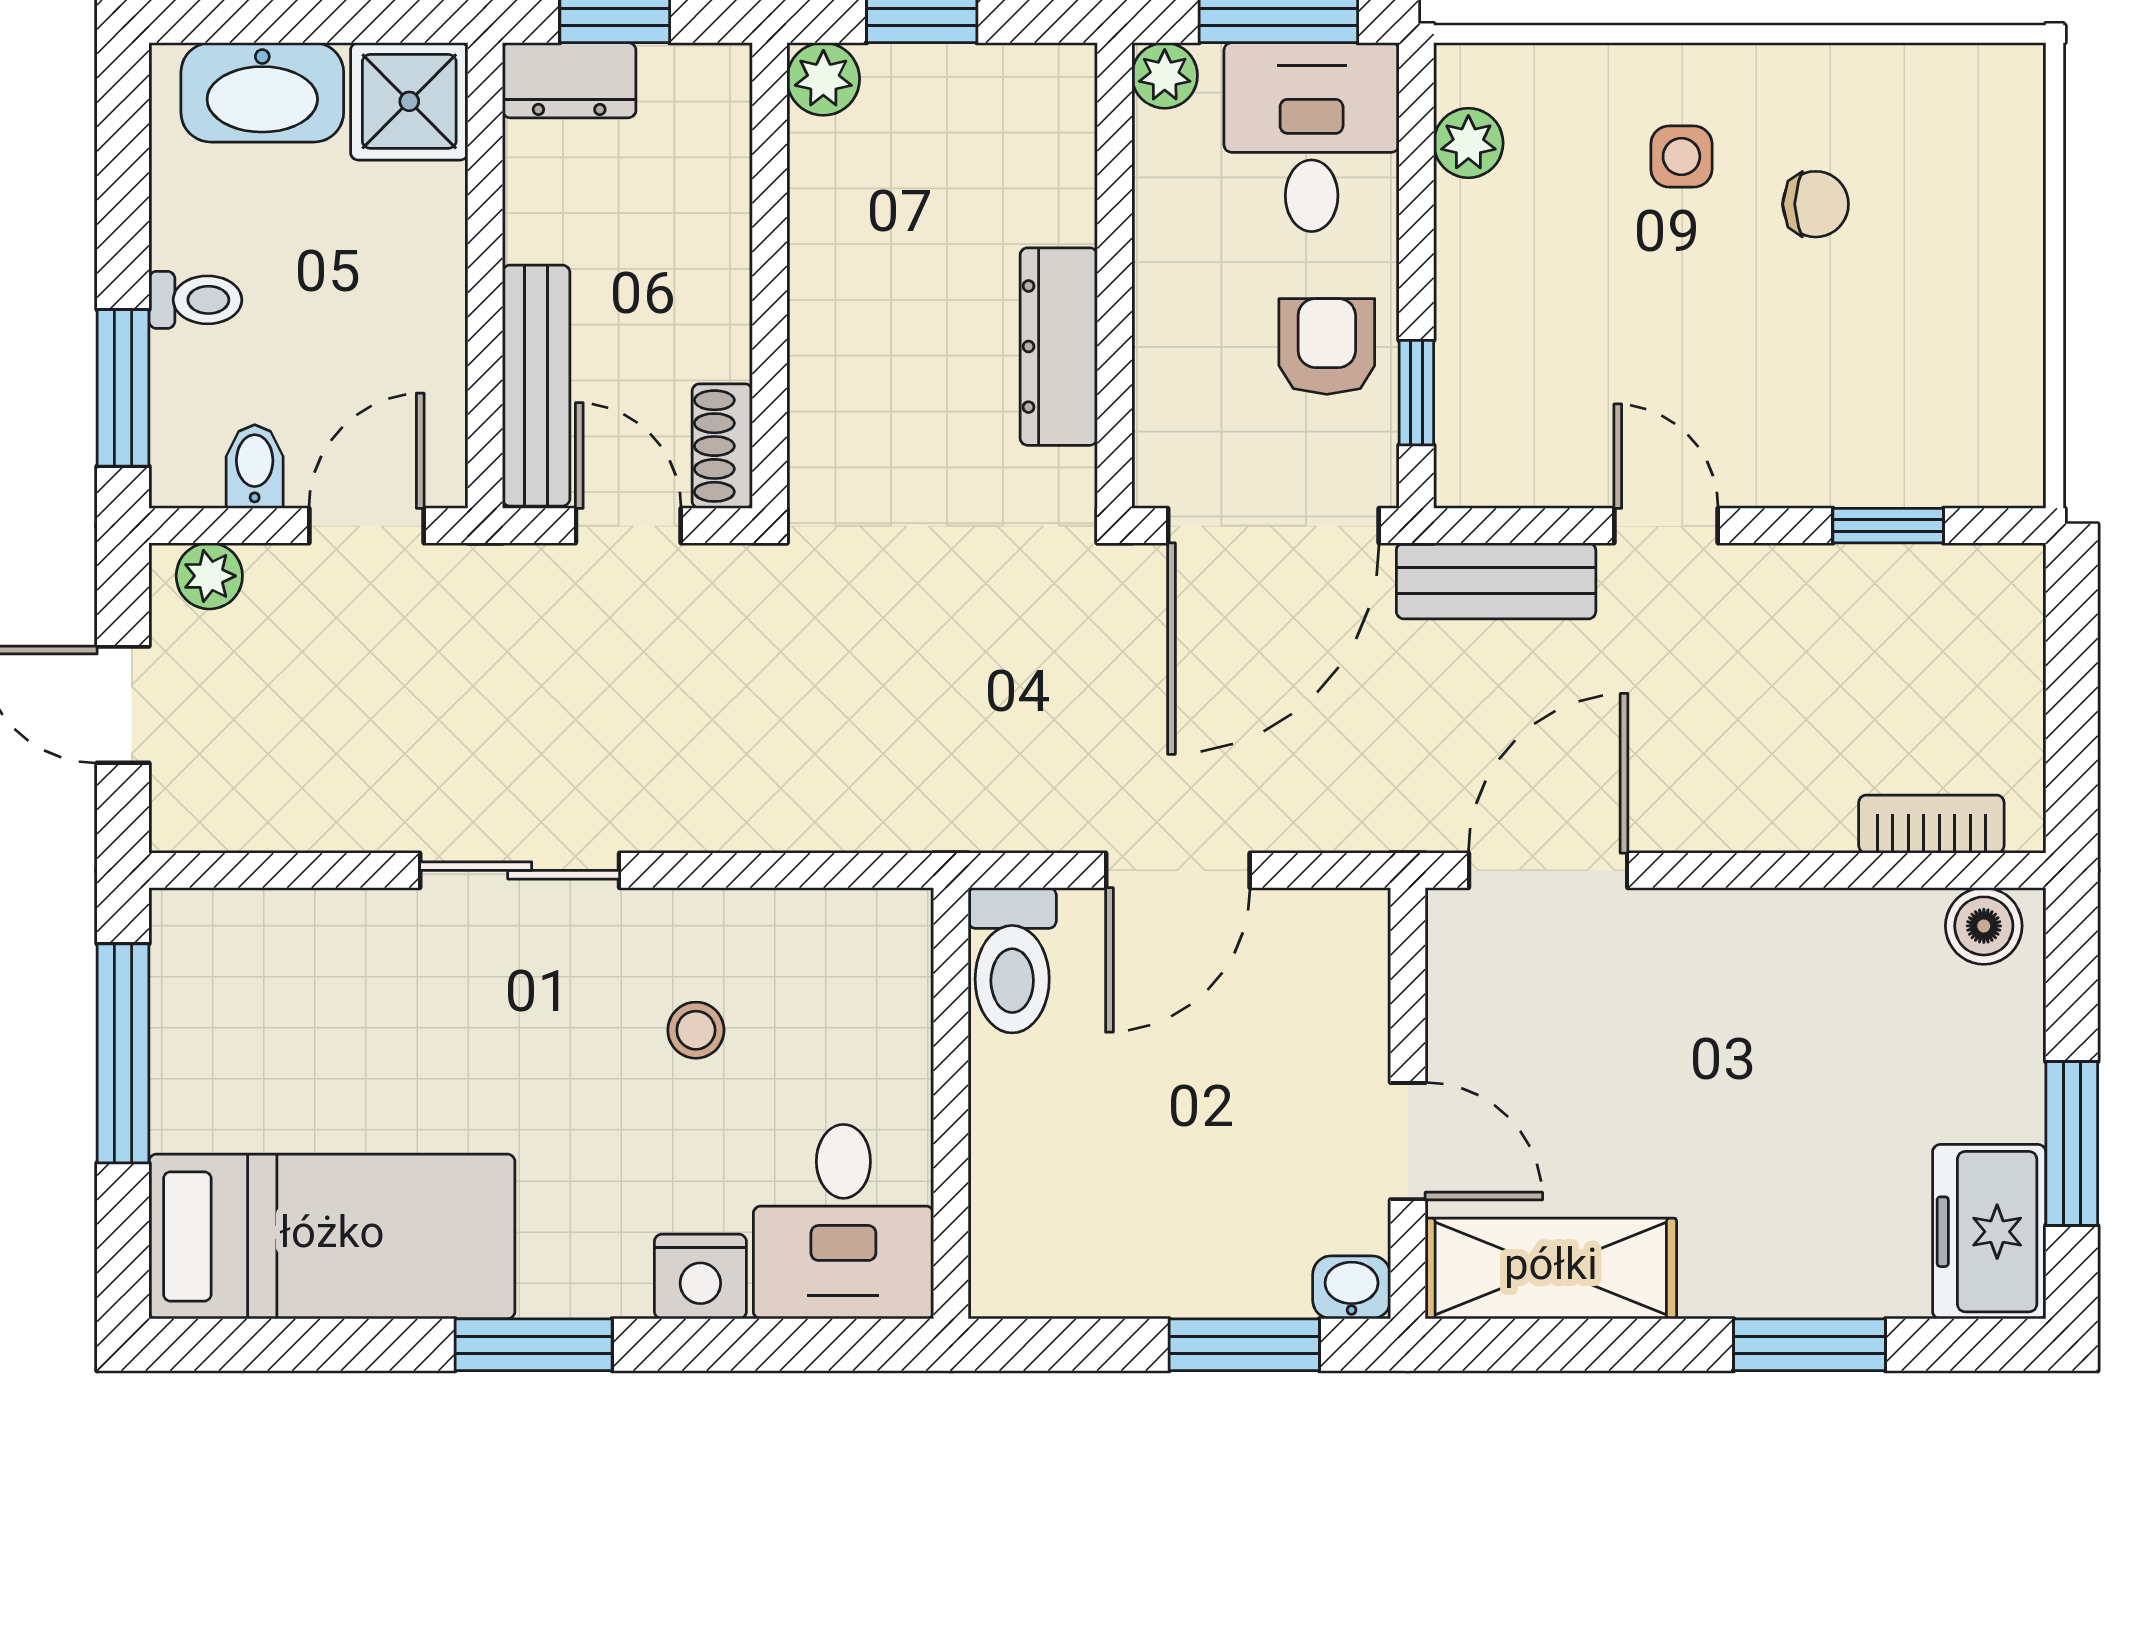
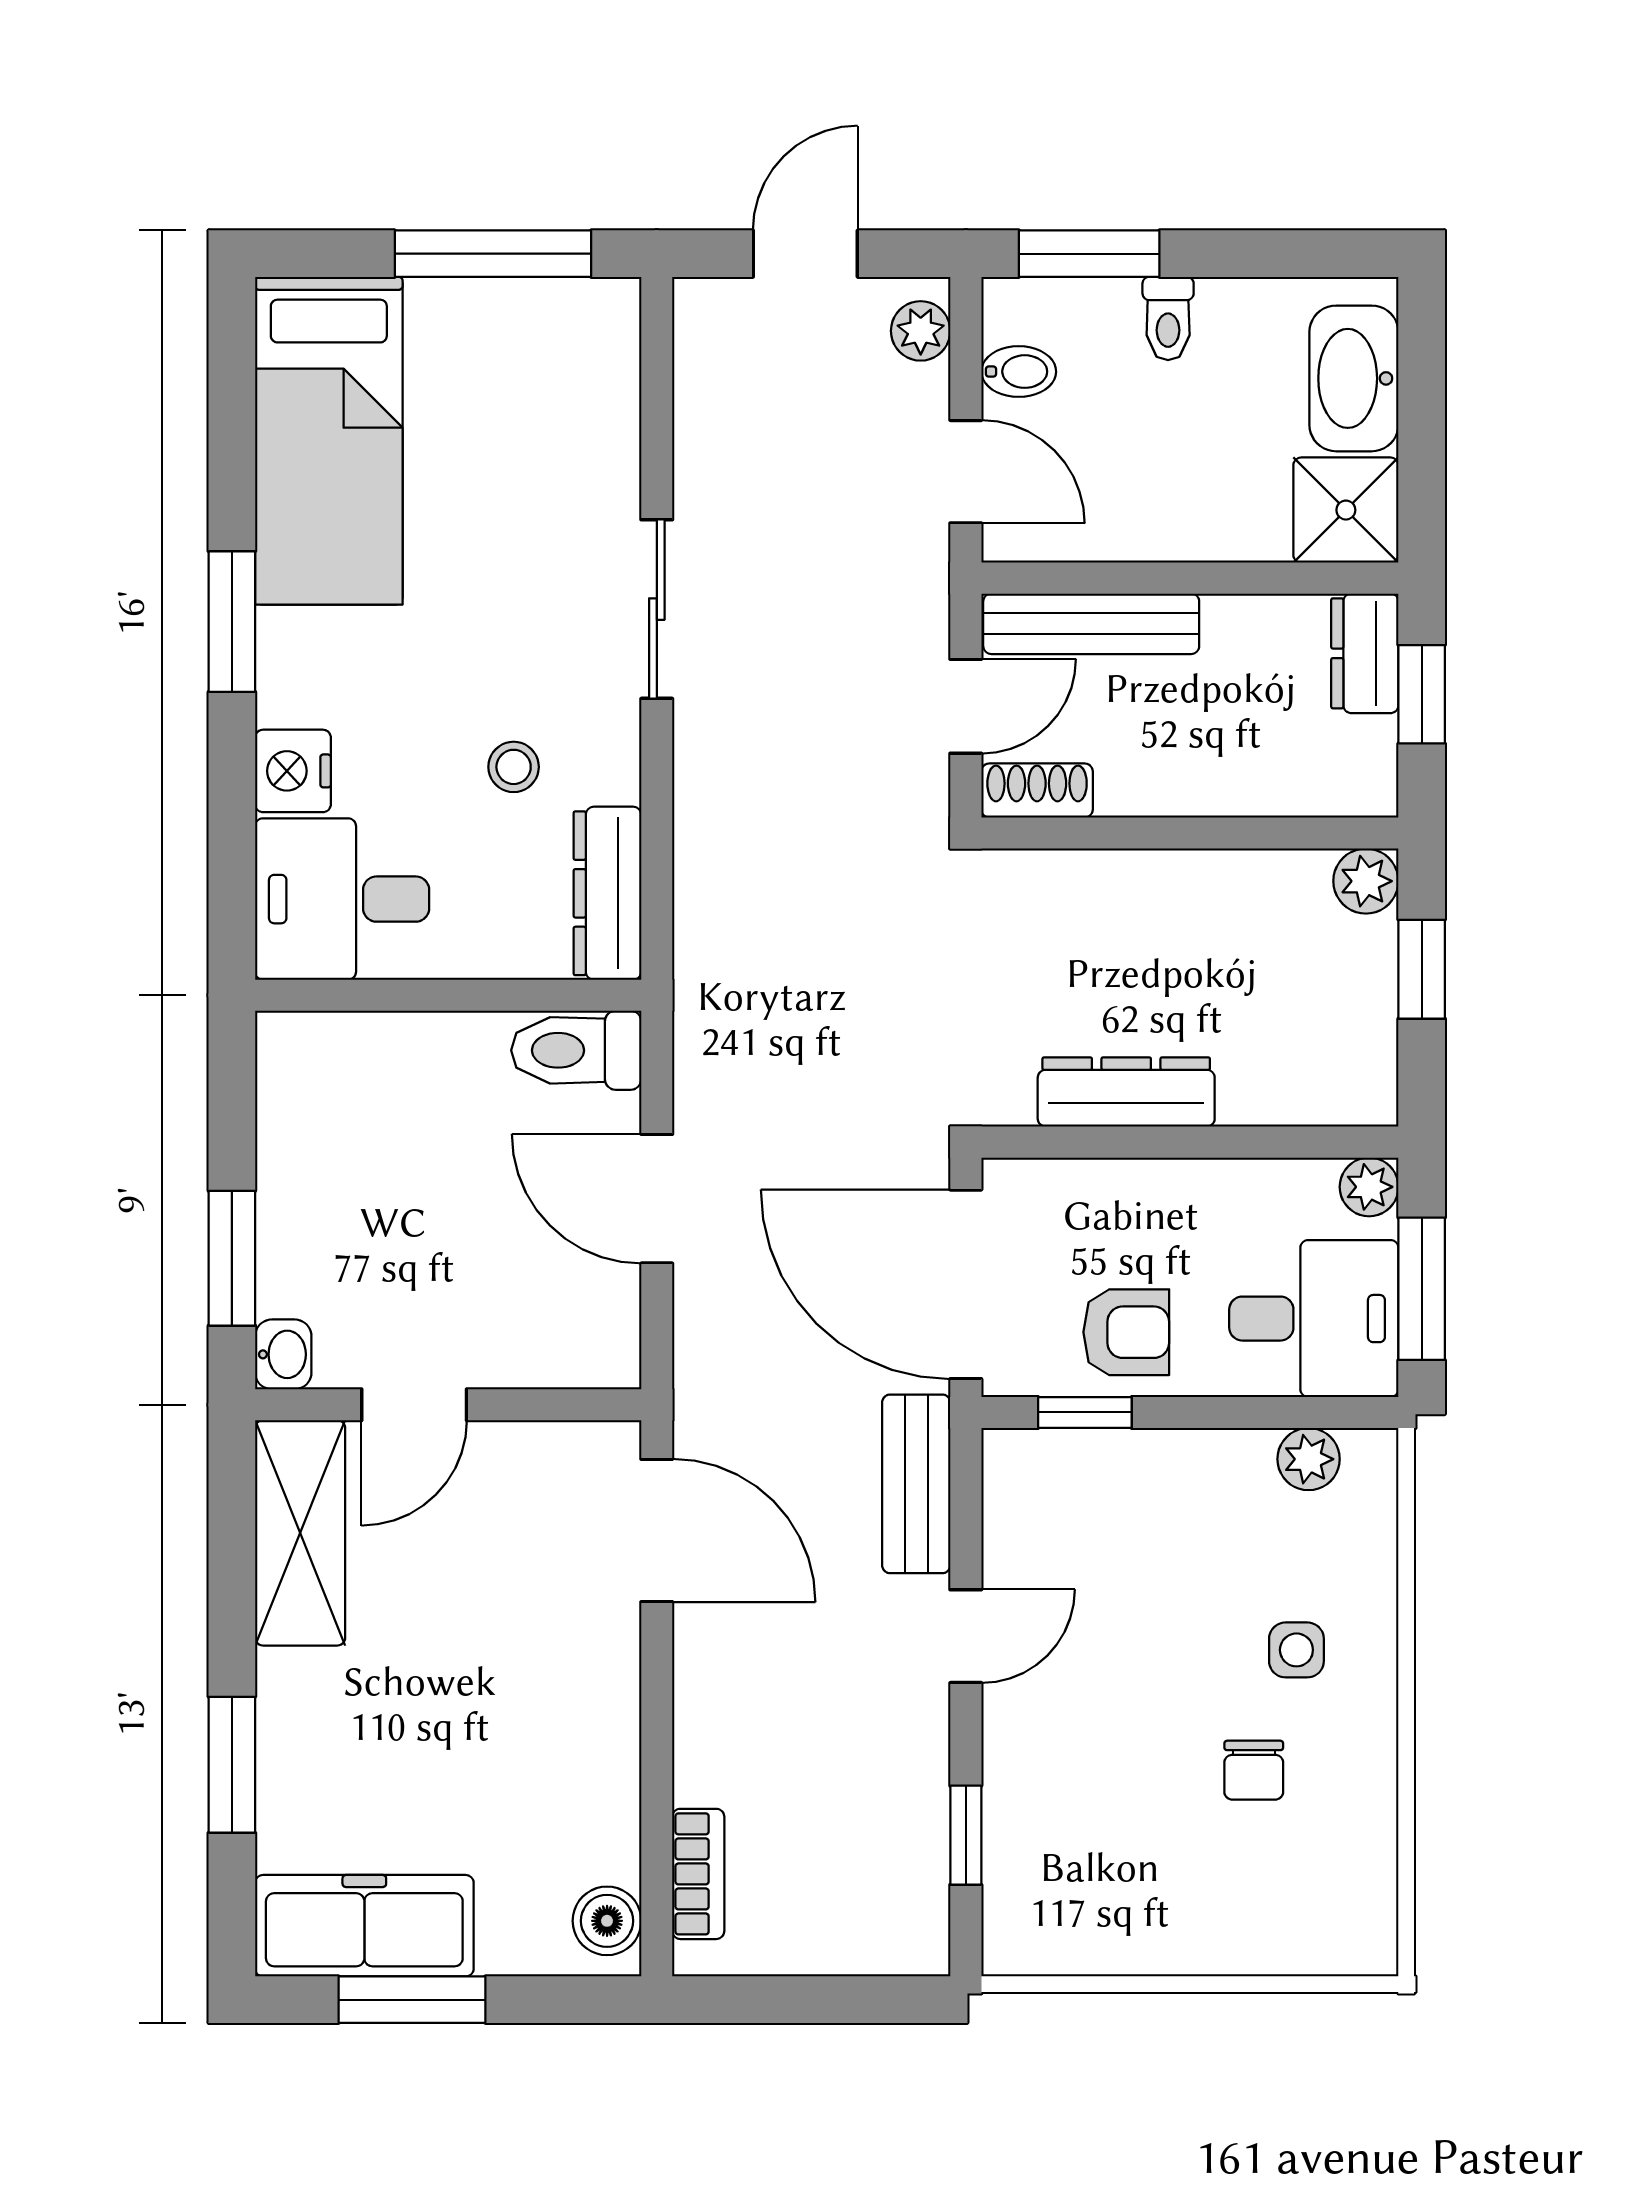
dresser: (837, 925) -> (607, 893), added
freezer: (1989, 1232) -> (364, 1926), width x1.40

